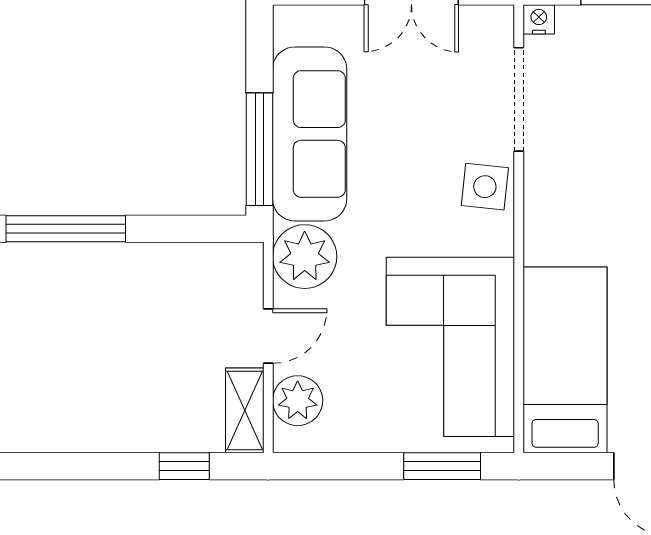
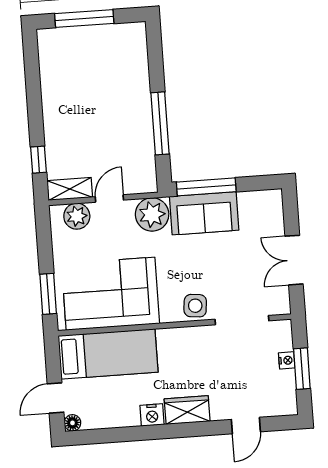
nightstand: (539, 19) -> (287, 360), moved
sofa: (310, 134) -> (204, 213), width x0.73
window: (66, 229) -> (160, 123), moved
door: (268, 336) -> (109, 198), swing flipped

